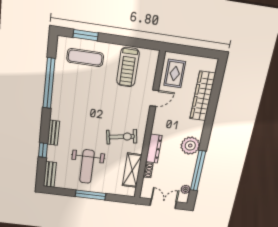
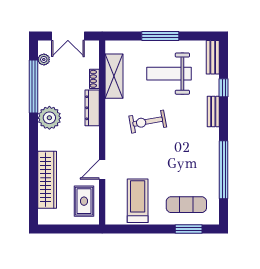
exercise bike: (122, 137) -> (148, 122), moved
weight bench: (87, 167) -> (169, 74), turned -90

